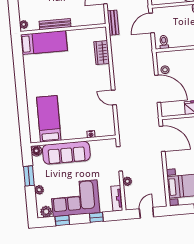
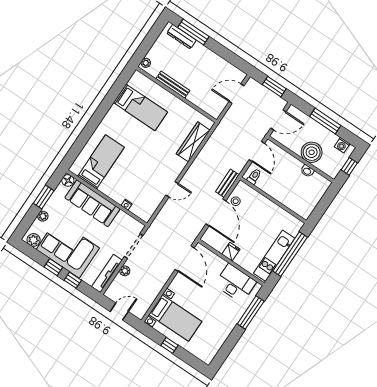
bench: (113, 23) -> (227, 183), moved
door: (152, 23) -> (257, 152), swing flipped
bed: (44, 42) -> (140, 107), moved
wardrobe: (102, 53) -> (193, 142), width x1.50
door: (114, 98) -> (172, 189), swing flipped
tv unit: (117, 198) -> (107, 273), width x1.41
window: (62, 220) -> (53, 267), moved

